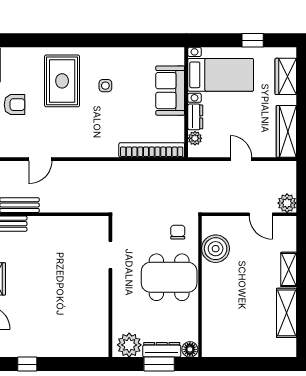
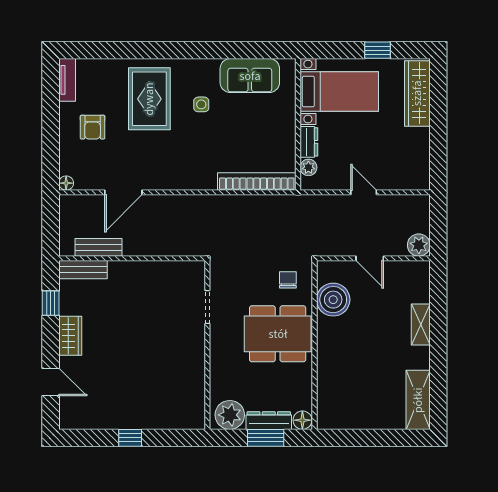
wardrobe: (286, 76) -> (417, 93), width x1.50
sofa: (170, 91) -> (250, 76), moved, turned -90
armchair: (15, 105) -> (93, 127), turned 90
wardrobe: (286, 131) -> (418, 159), removed
door: (40, 159) -> (123, 192), width x1.38
door: (261, 214) -> (370, 258), moved
shelving: (287, 313) -> (418, 400), moved
window: (27, 364) -> (130, 438), moved

